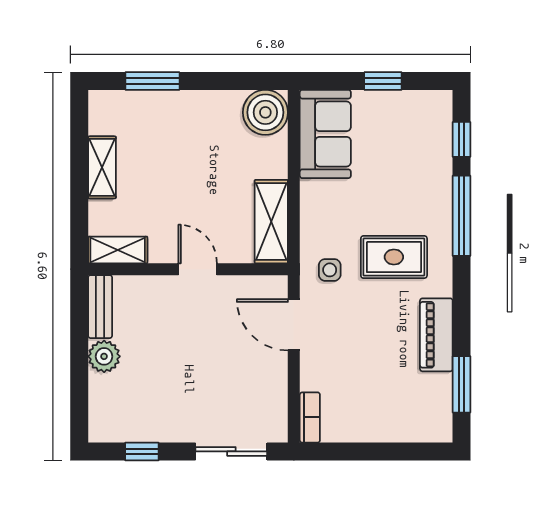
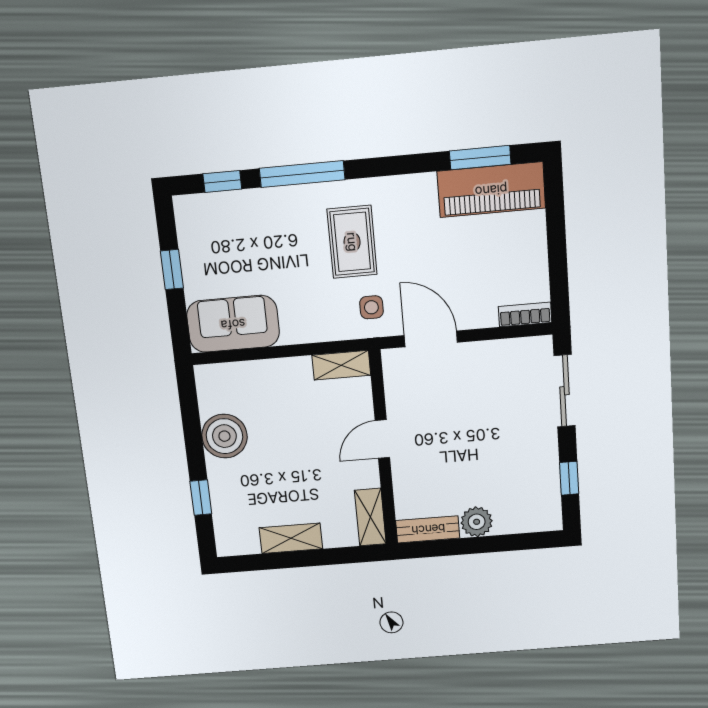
window: (152, 81) -> (201, 498), width x0.67
boiler: (265, 112) -> (224, 436), moved
shelving: (271, 222) -> (341, 365), width x0.67, depth x0.75
door: (294, 325) -> (431, 339), swing flipped
piano: (436, 335) -> (491, 190), moved, width x1.37, depth x1.33

